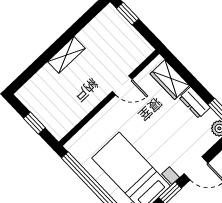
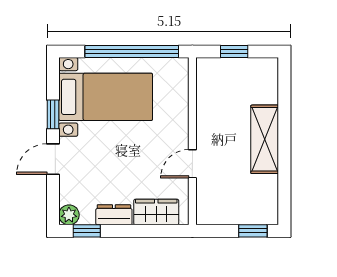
shelving: (66, 55) -> (265, 139), width x1.50, depth x1.33

